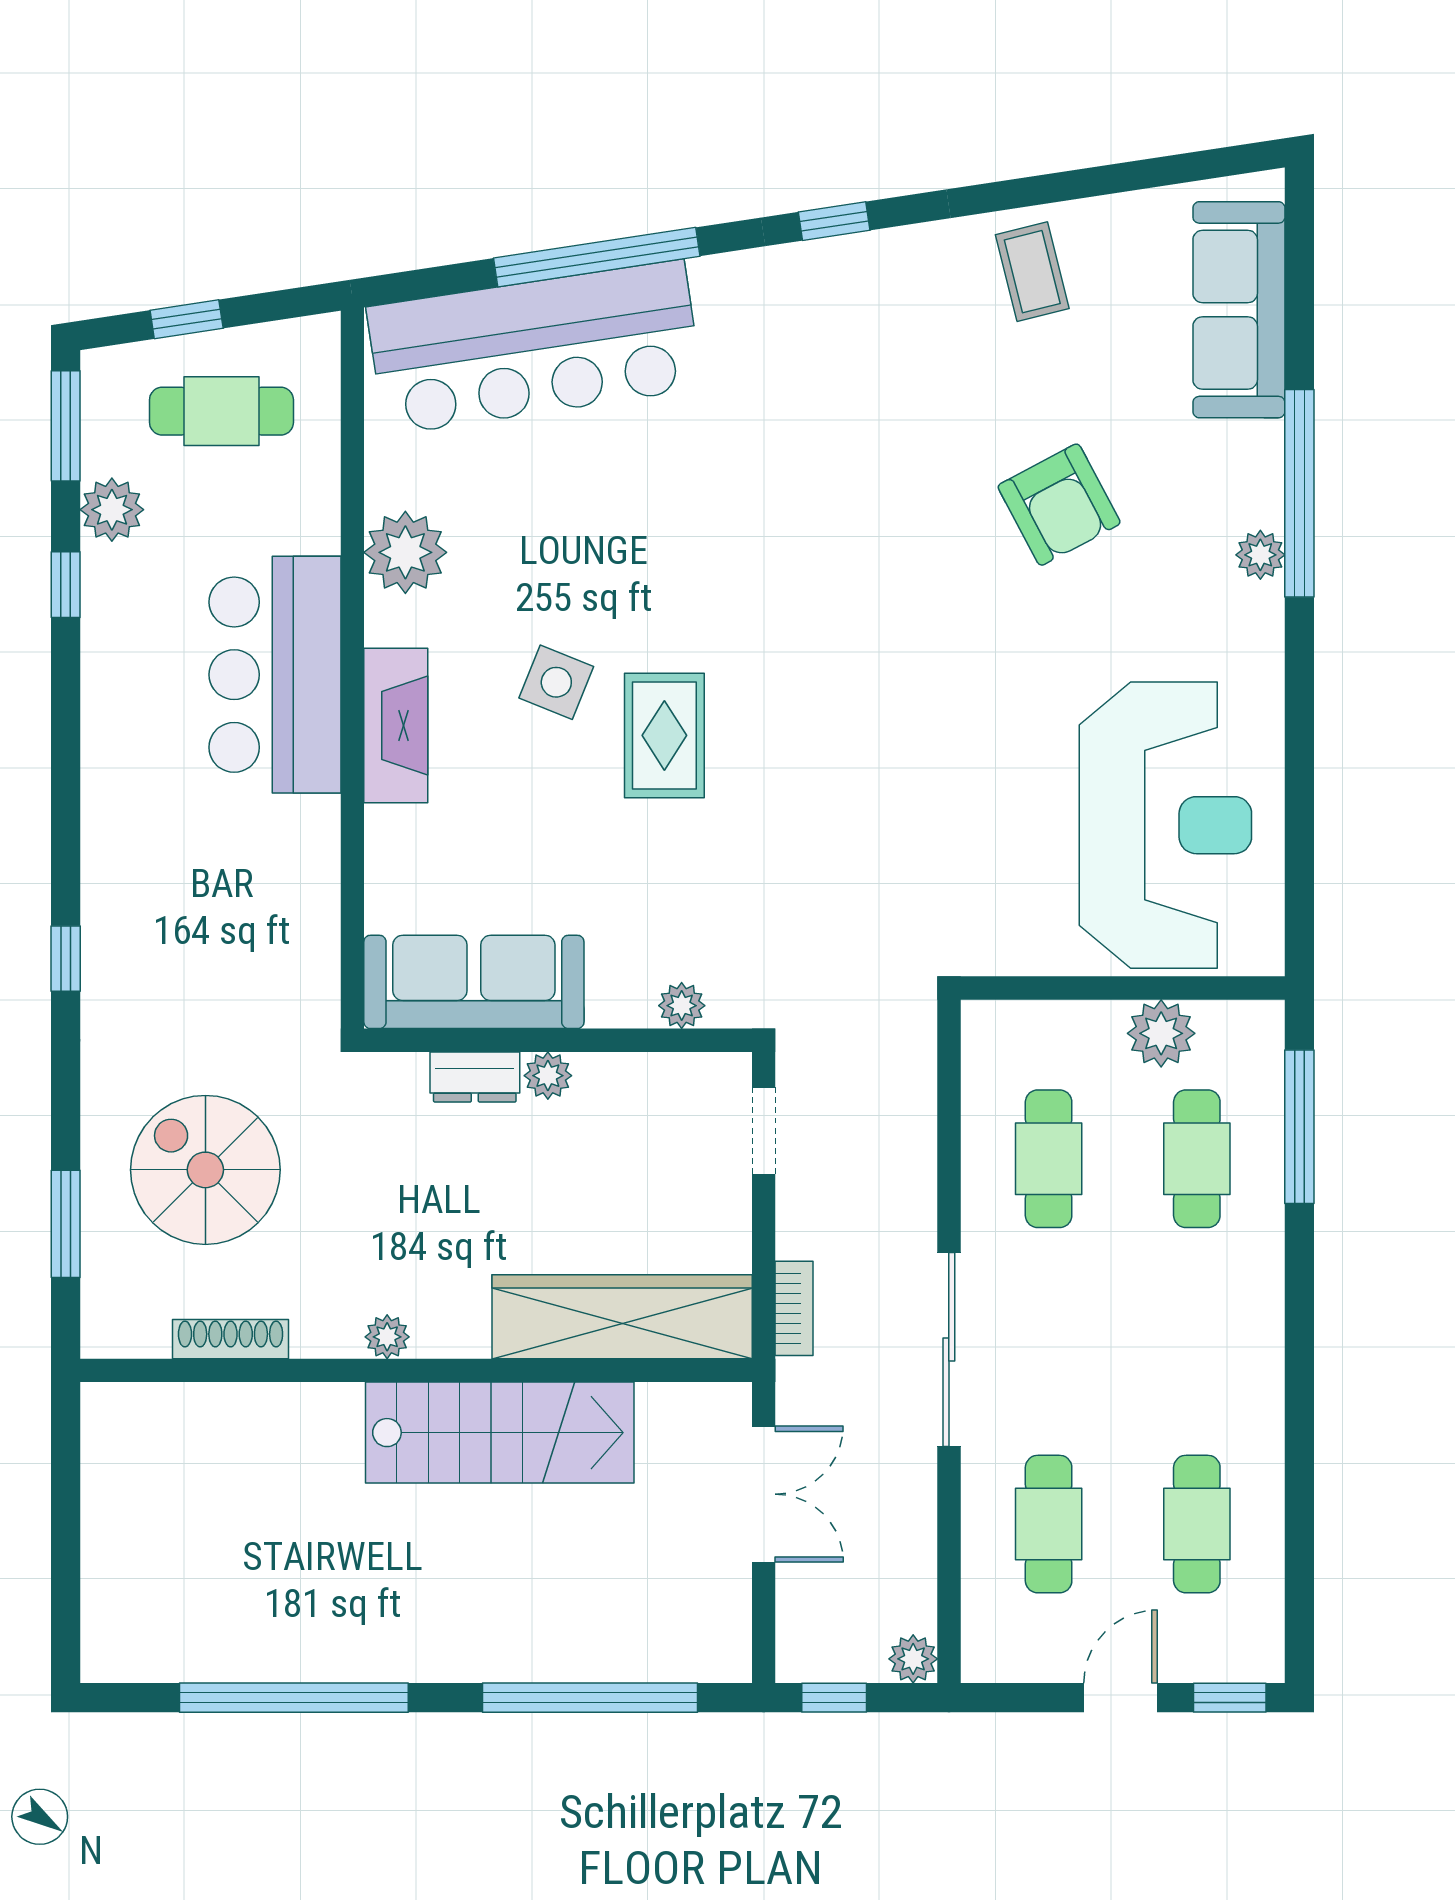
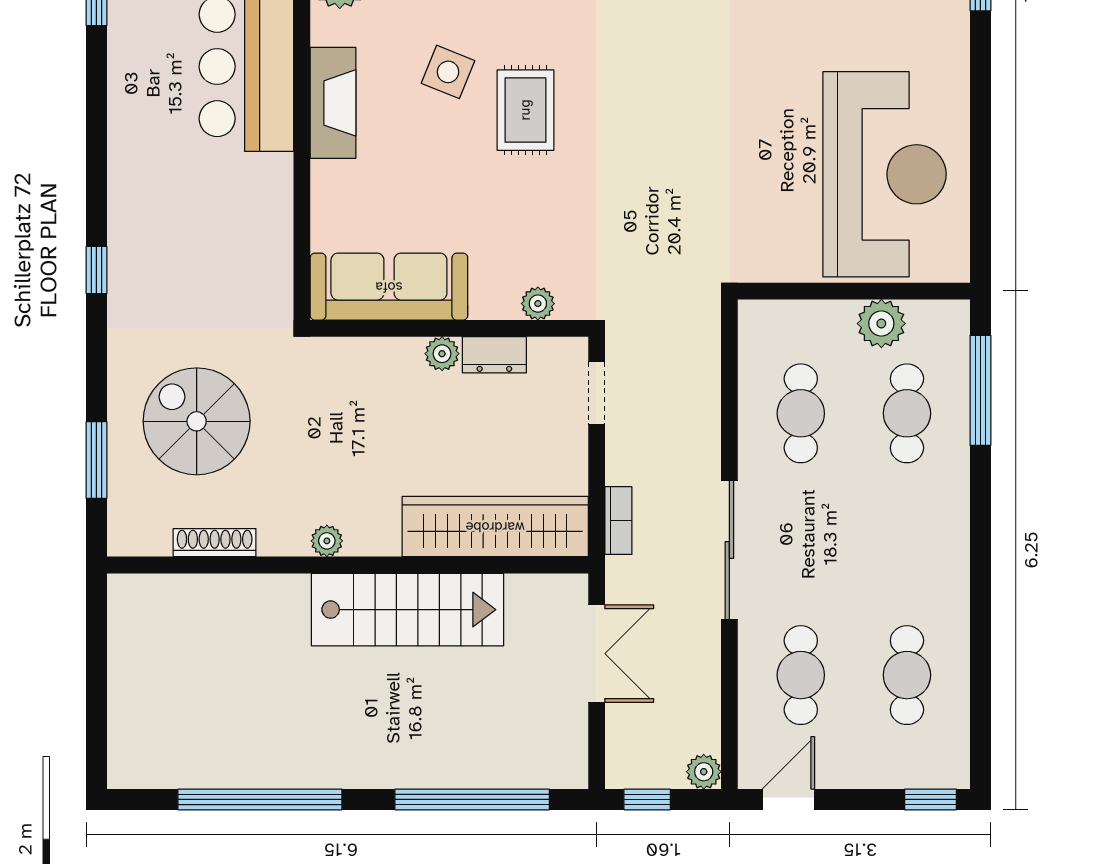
dresser: (475, 1077) -> (494, 355), moved
door: (1120, 1698) -> (788, 799), moved

